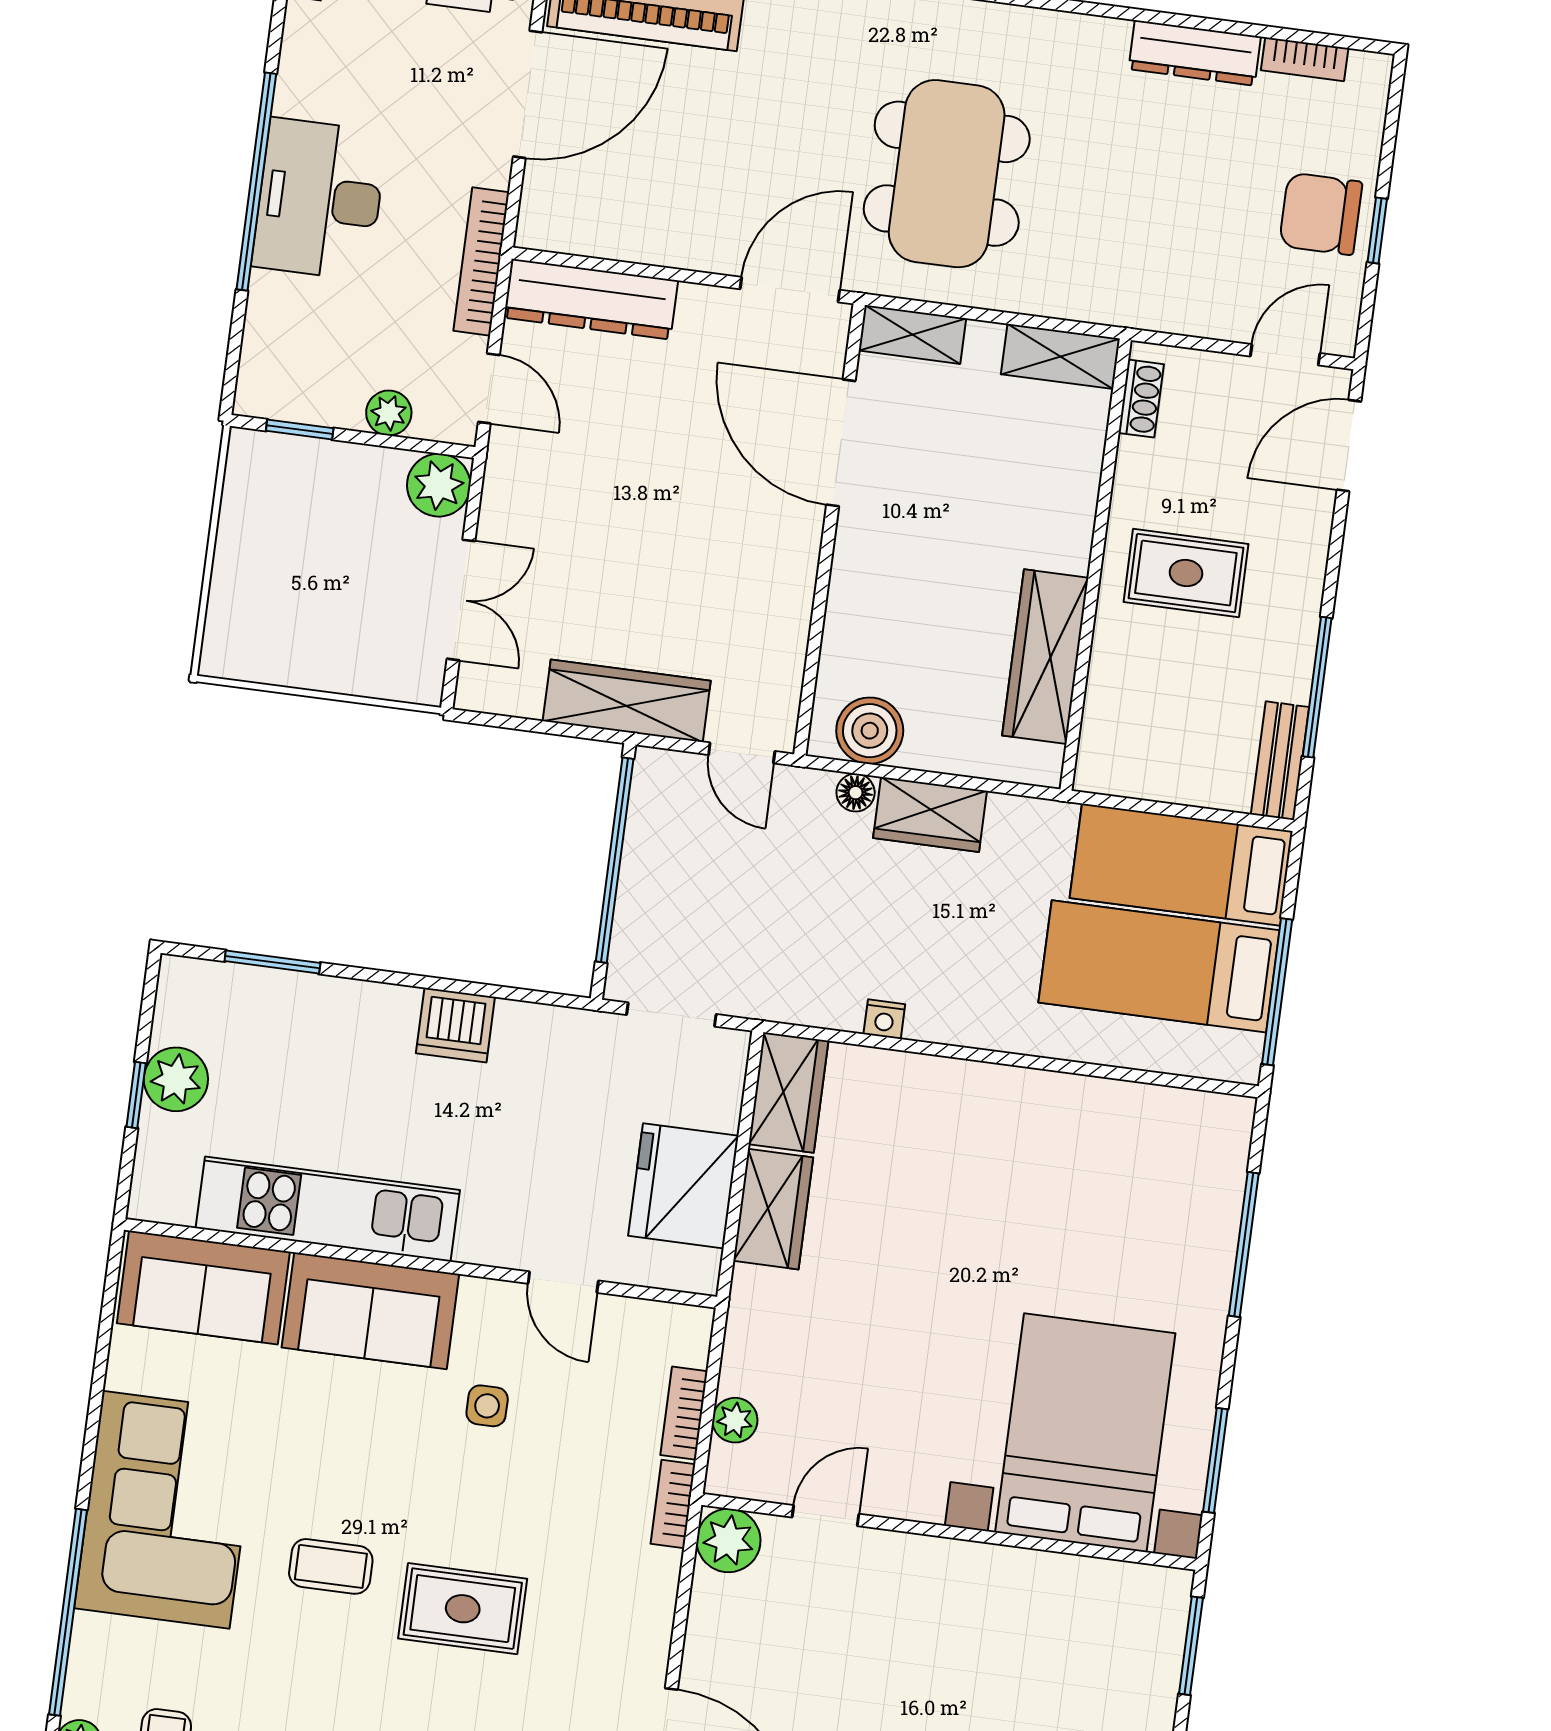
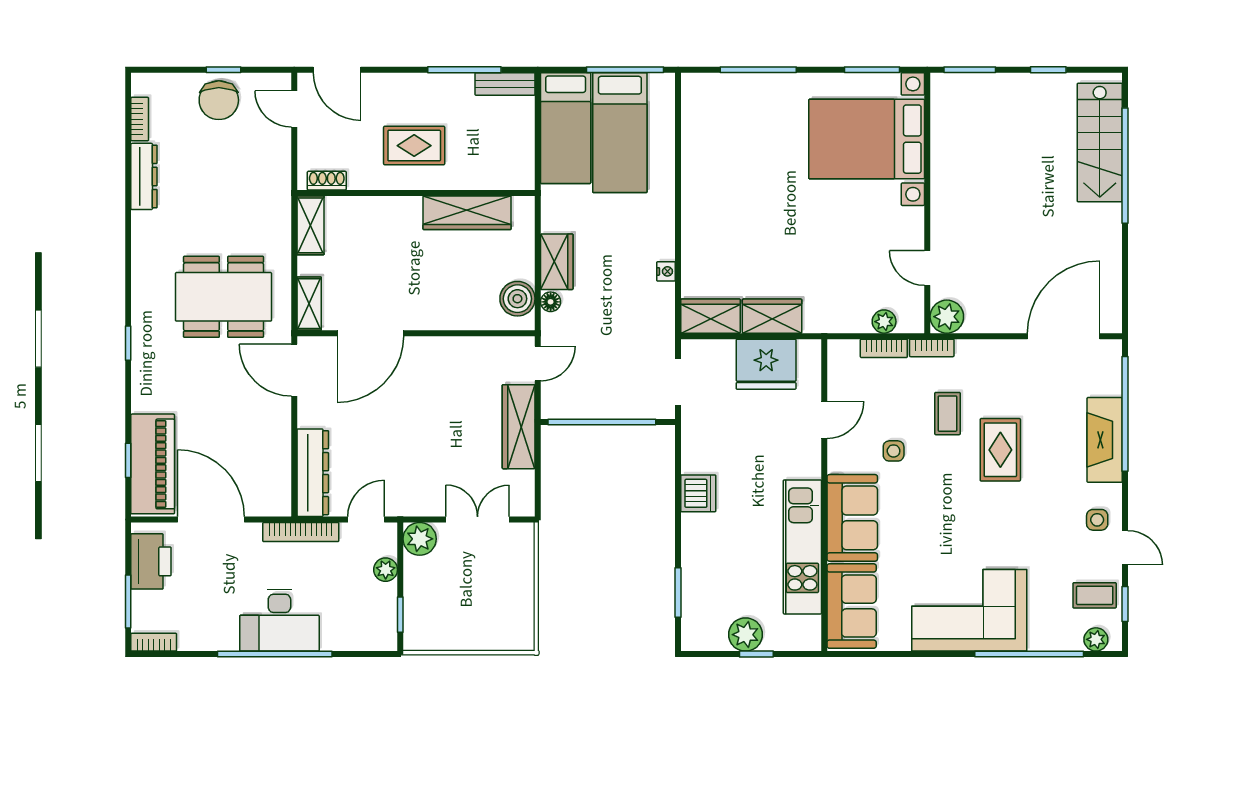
rug: (1186, 573) -> (414, 146), turned 90
coffee table: (331, 1566) -> (947, 414), moved

